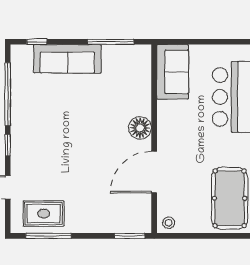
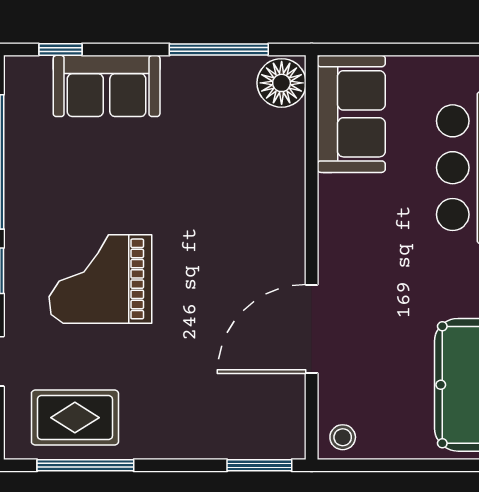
sofa: (67, 59) -> (107, 86), width x0.73
floor lamp: (140, 128) -> (282, 83), moved
grand piano: (55, 149) -> (100, 279), added

